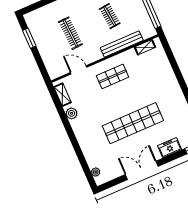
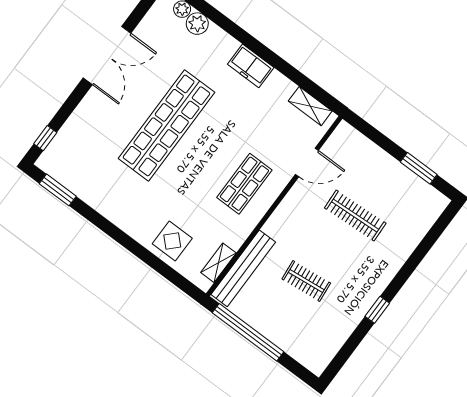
bench: (122, 44) -> (243, 268), moved
display table: (160, 69) -> (172, 241), added
plant: (72, 113) -> (197, 24), moved
freezer: (170, 148) -> (251, 66), moved, turned 90

